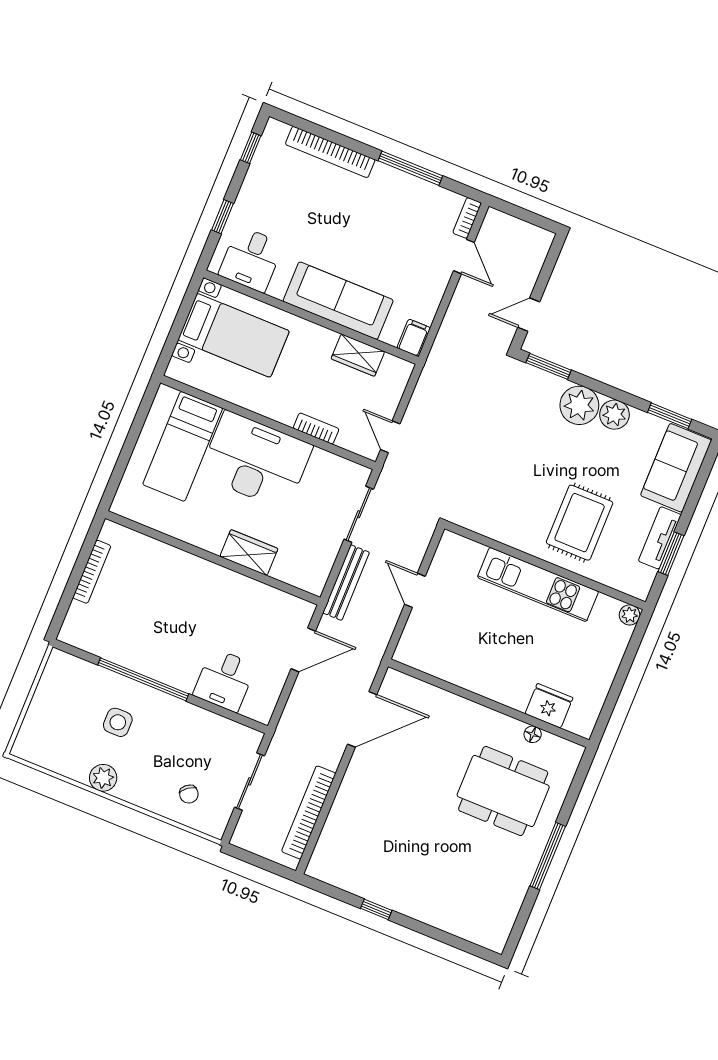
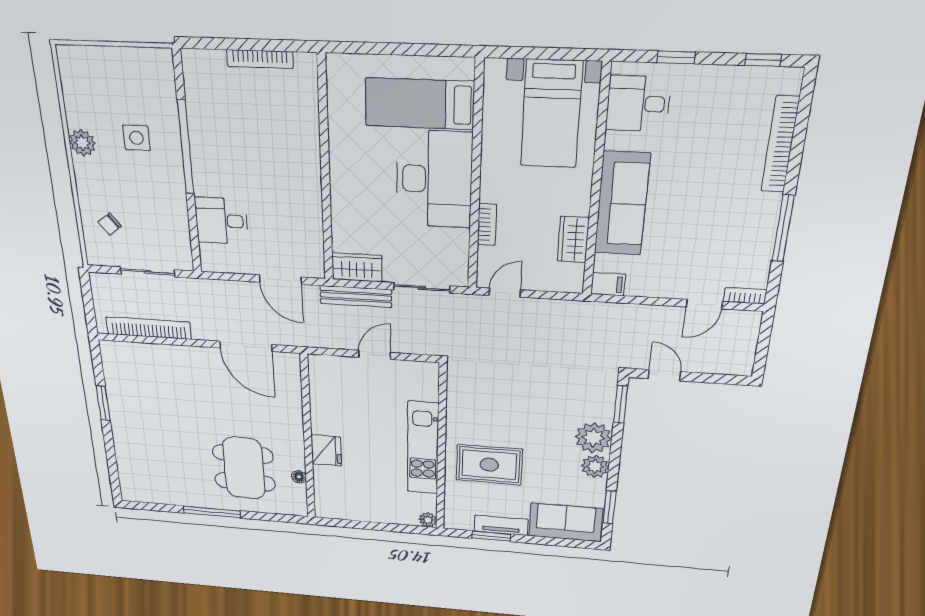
wardrobe: (249, 553) -> (357, 267), moved, turned -90
fridge: (549, 706) -> (326, 450), moved
window: (376, 909) -> (103, 403), width x1.50

